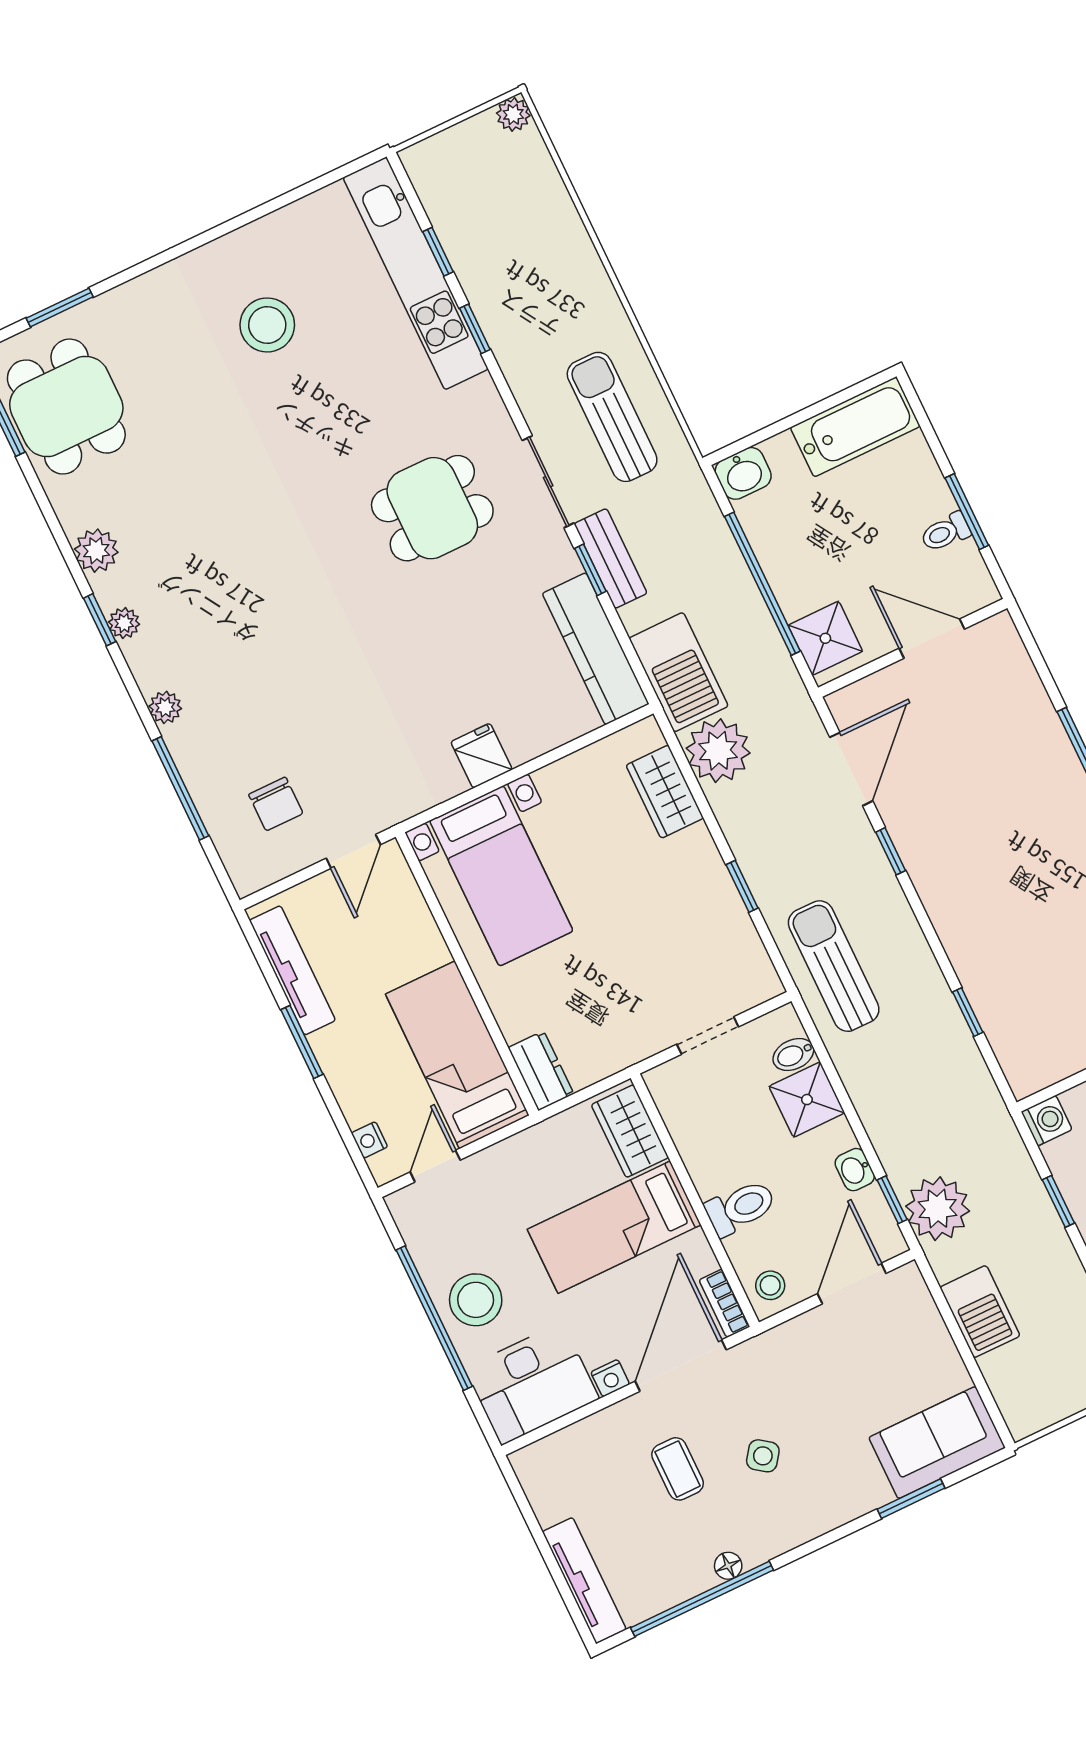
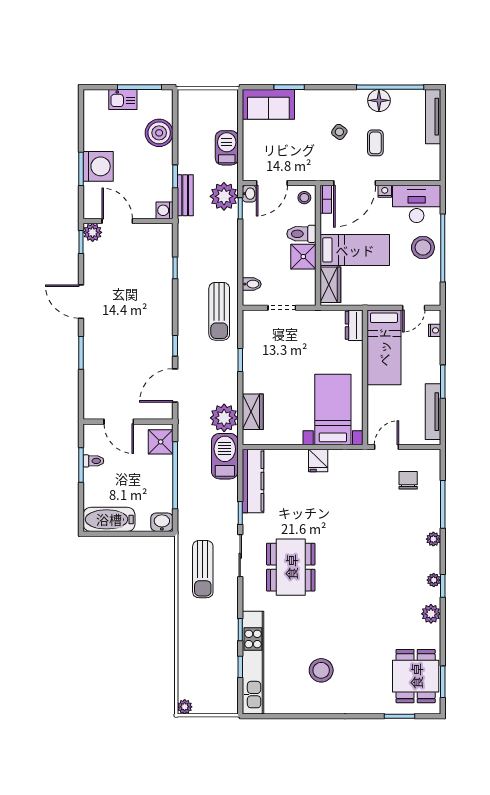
dining table: (432, 508) -> (291, 567), width x1.38
bench: (611, 558) -> (185, 195), moved
shower: (807, 1100) -> (303, 257), moved
washbasin: (855, 1170) -> (249, 194), moved
floor lamp: (728, 1566) -> (379, 100), width x1.89, depth x1.89

